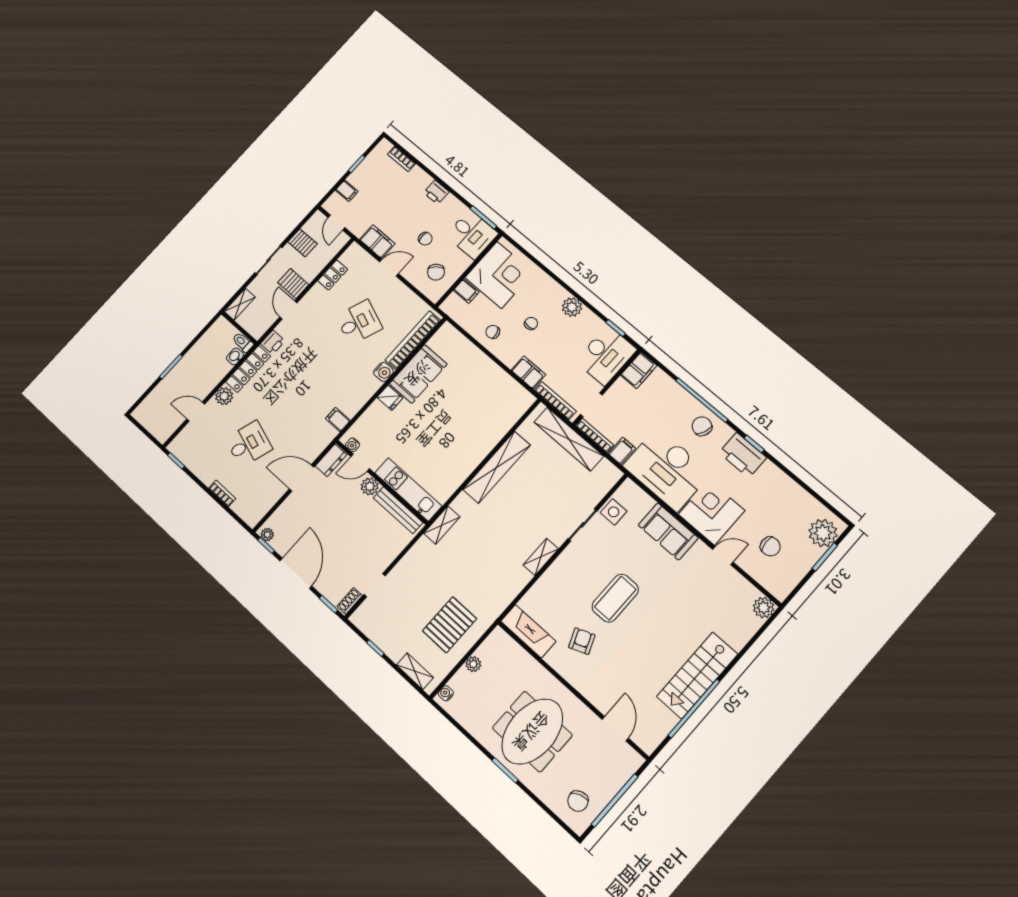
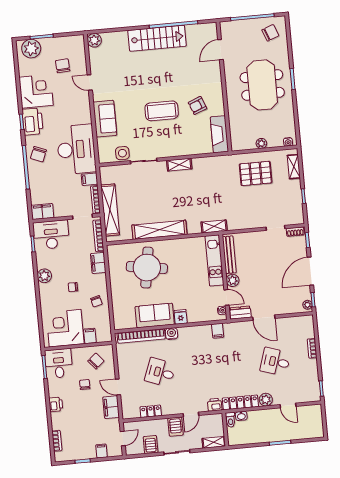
round table: (473, 415) -> (147, 268), added
corner desk: (712, 512) -> (36, 91), moved, turned 180
meeting table: (532, 732) -> (262, 85), turned 90

